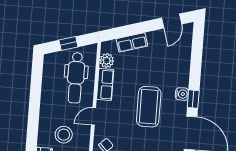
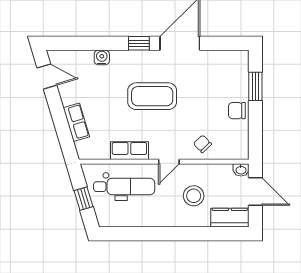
plant: (107, 61) -> (101, 151), removed
water cooler: (182, 94) -> (102, 57), moved
door: (94, 116) -> (169, 162), hinge flipped

